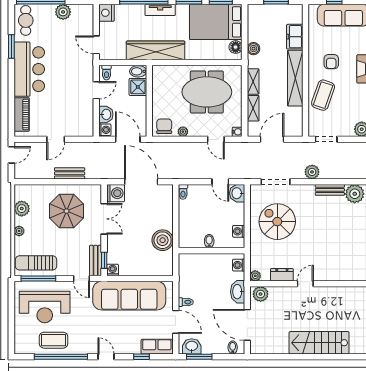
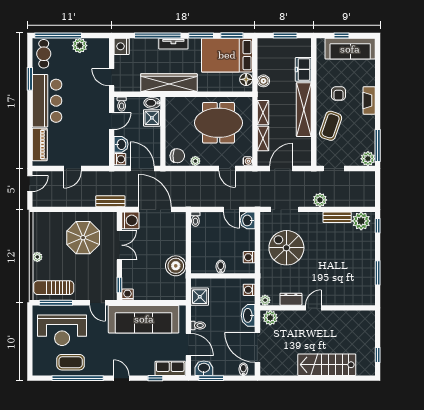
chair: (164, 126) -> (177, 156), turned 92
bench: (70, 173) -> (110, 201), moved
plant: (22, 209) -> (40, 235), removed
bench: (96, 260) -> (111, 285), removed
shower: (187, 272) -> (200, 297), added

